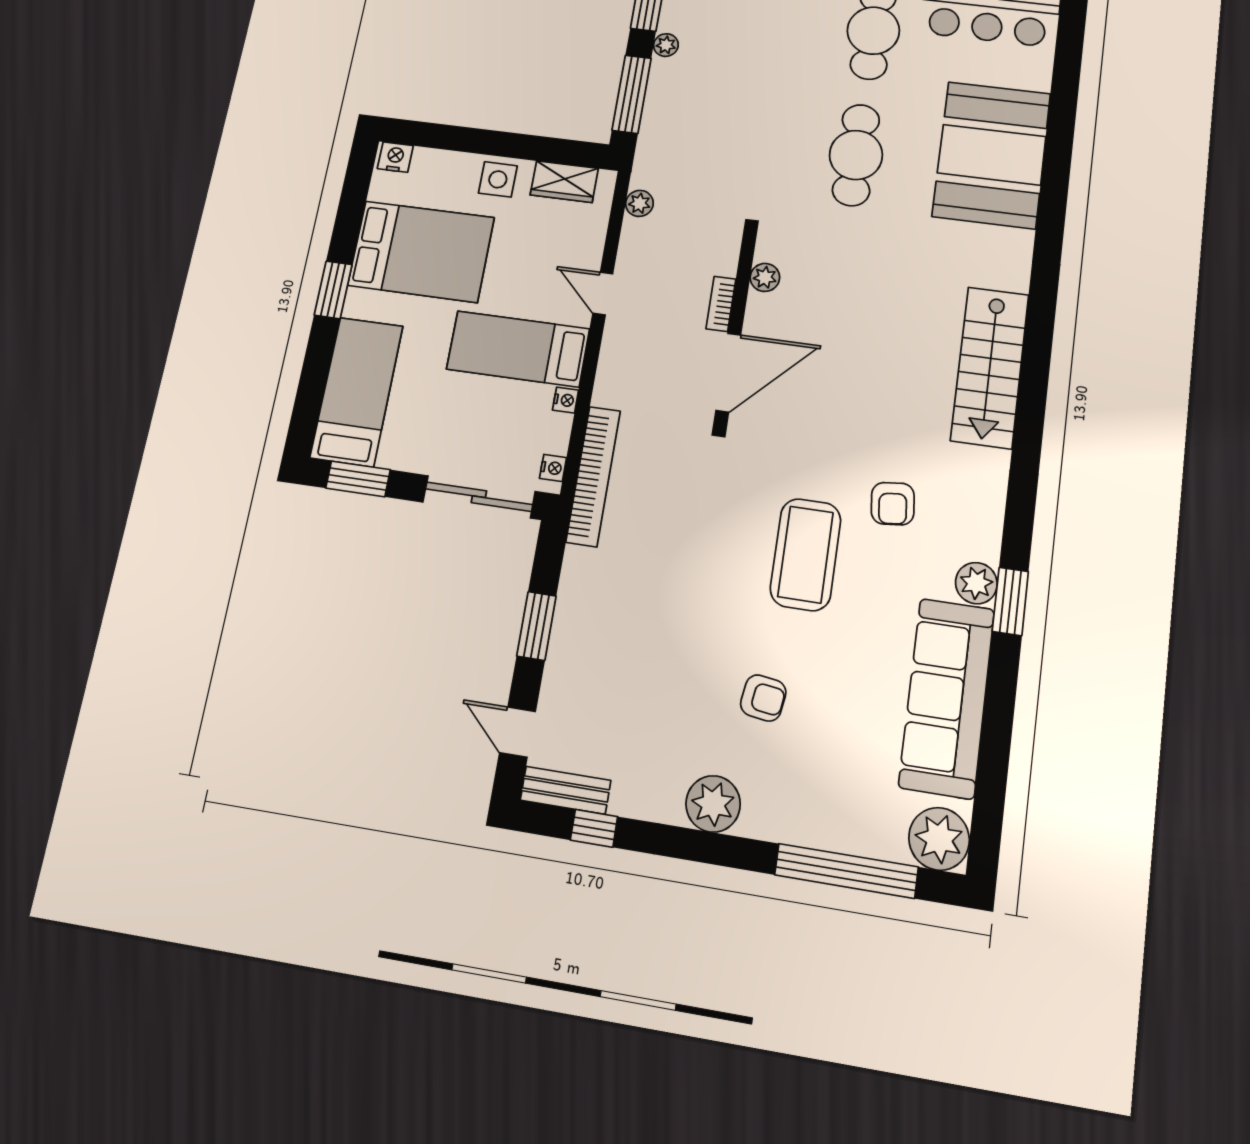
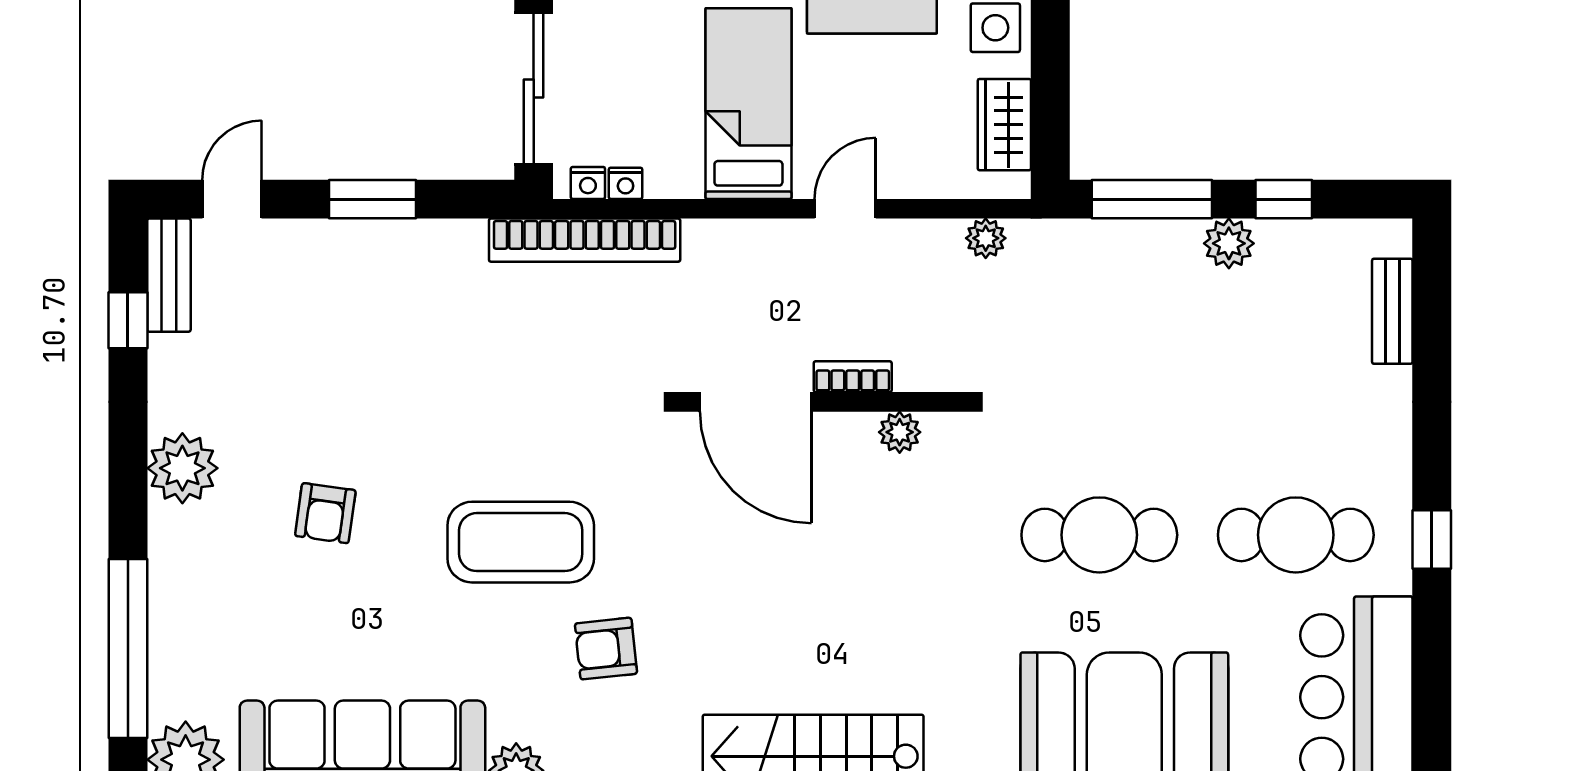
plant: (666, 45) -> (1229, 243), width x1.38, depth x1.38
nightstand: (566, 400) -> (626, 183), moved

